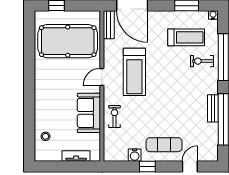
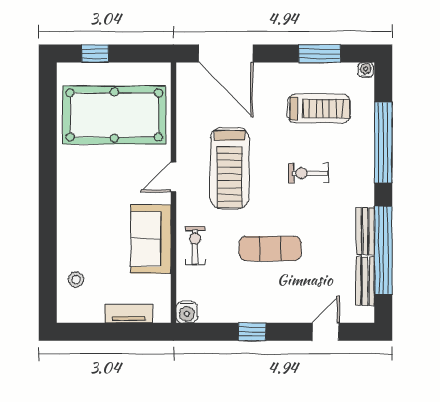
bench: (109, 25) -> (365, 281), moved
exercise bike: (202, 61) -> (308, 173), moved
exercise mat: (164, 145) -> (270, 248), moved
water cooler: (135, 155) -> (187, 312), moved

